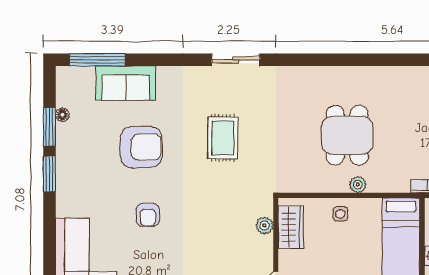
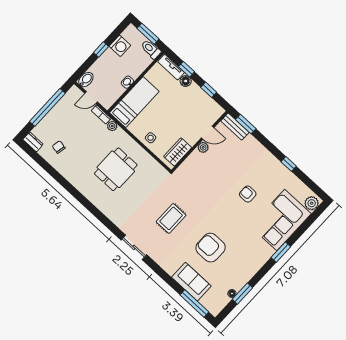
window: (49, 174) -> (281, 252), moved
plant: (358, 185) -> (112, 126), moved
armchair: (148, 215) -> (248, 194), moved, turned -90
plant: (264, 225) -> (203, 147), moved

